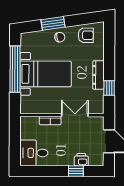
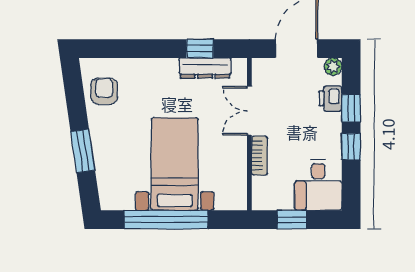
chair: (60, 37) -> (108, 138), removed
dresser: (98, 75) -> (205, 68), moved
window: (15, 138) -> (292, 220), added
plant: (99, 161) -> (333, 67), added
window: (55, 171) -> (351, 147), added

